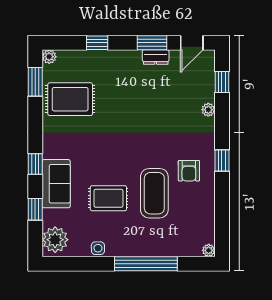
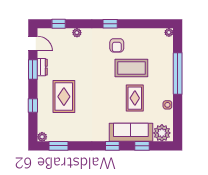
rug: (70, 99) -> (64, 97), moved
armchair: (189, 171) -> (117, 45), turned 90
sofa: (56, 184) -> (131, 132), width x1.36

